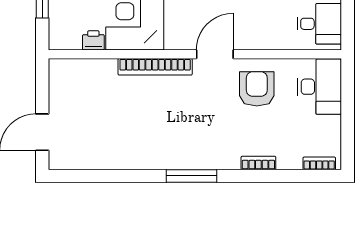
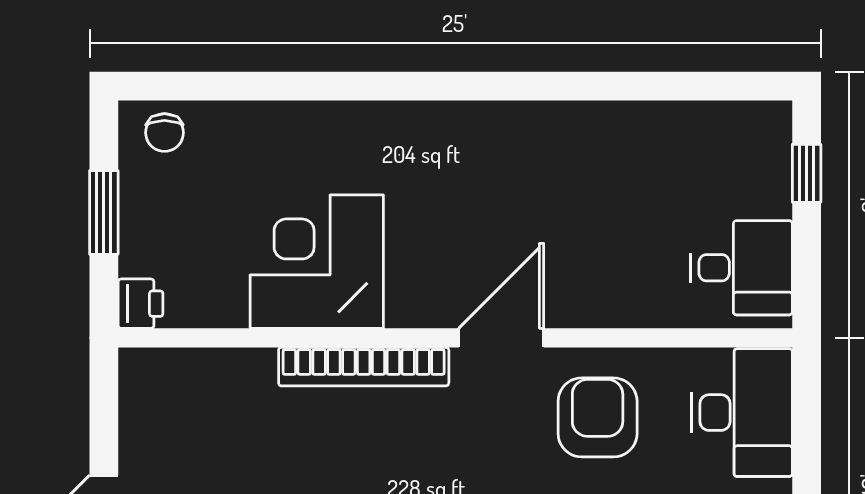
printer: (93, 40) -> (141, 304), moved, turned 90

